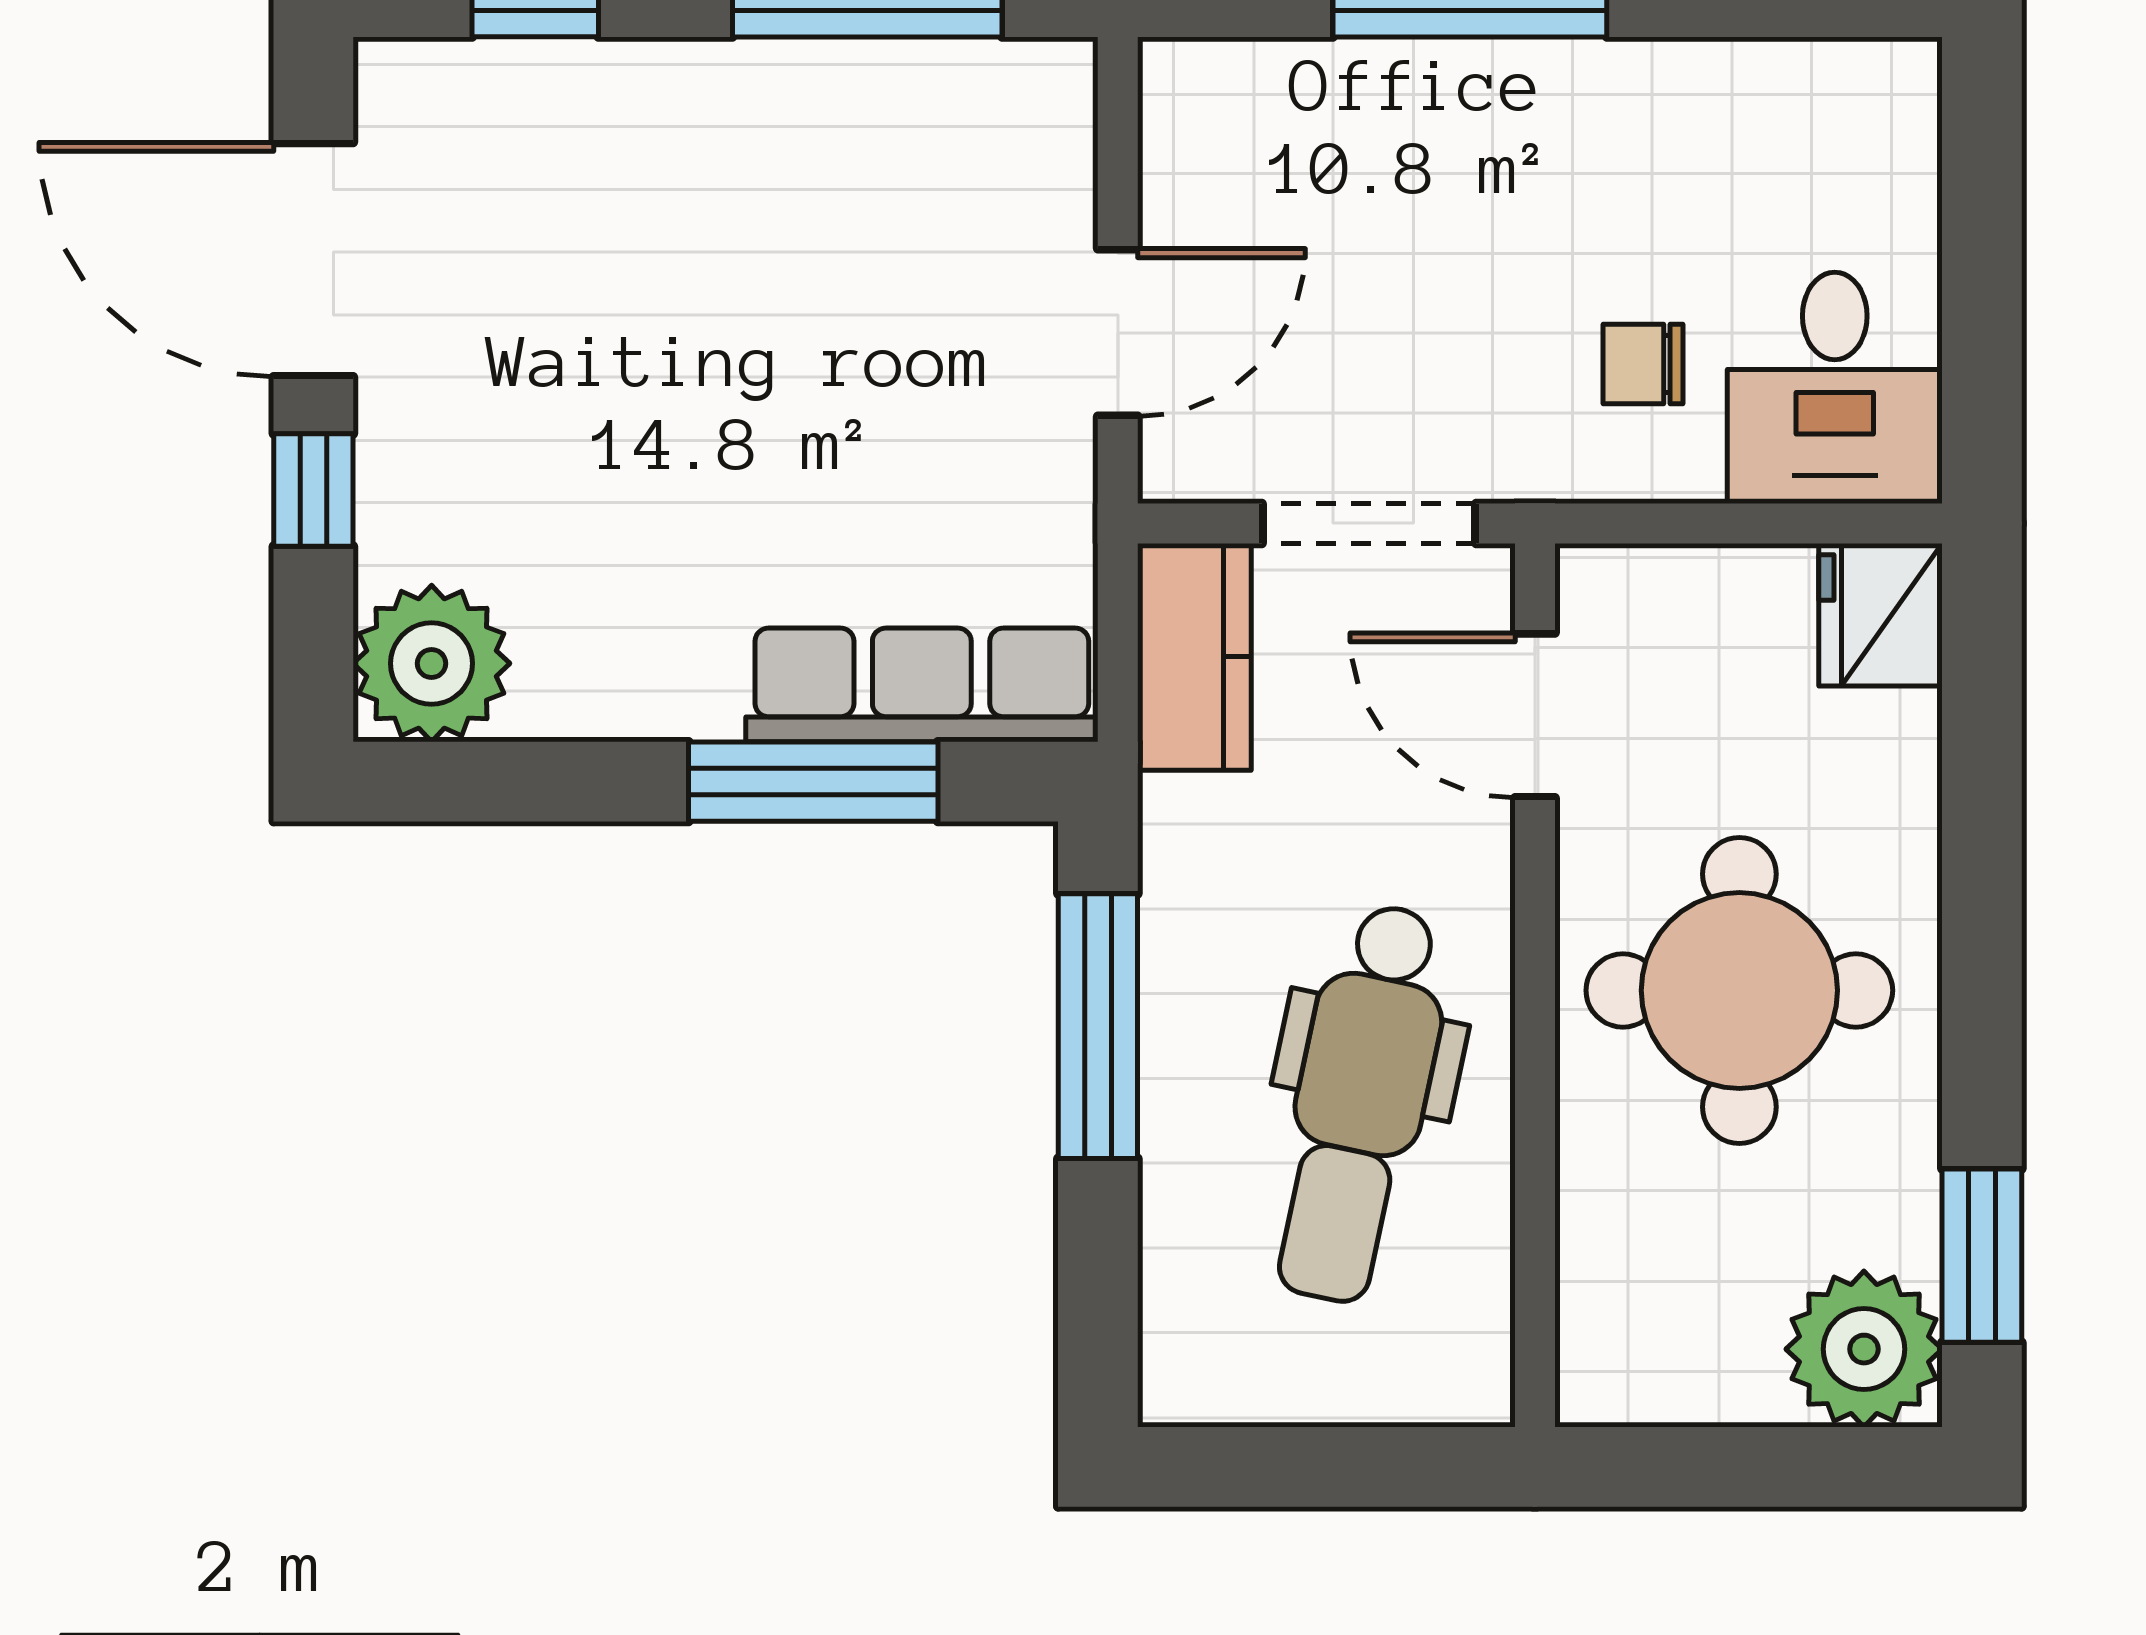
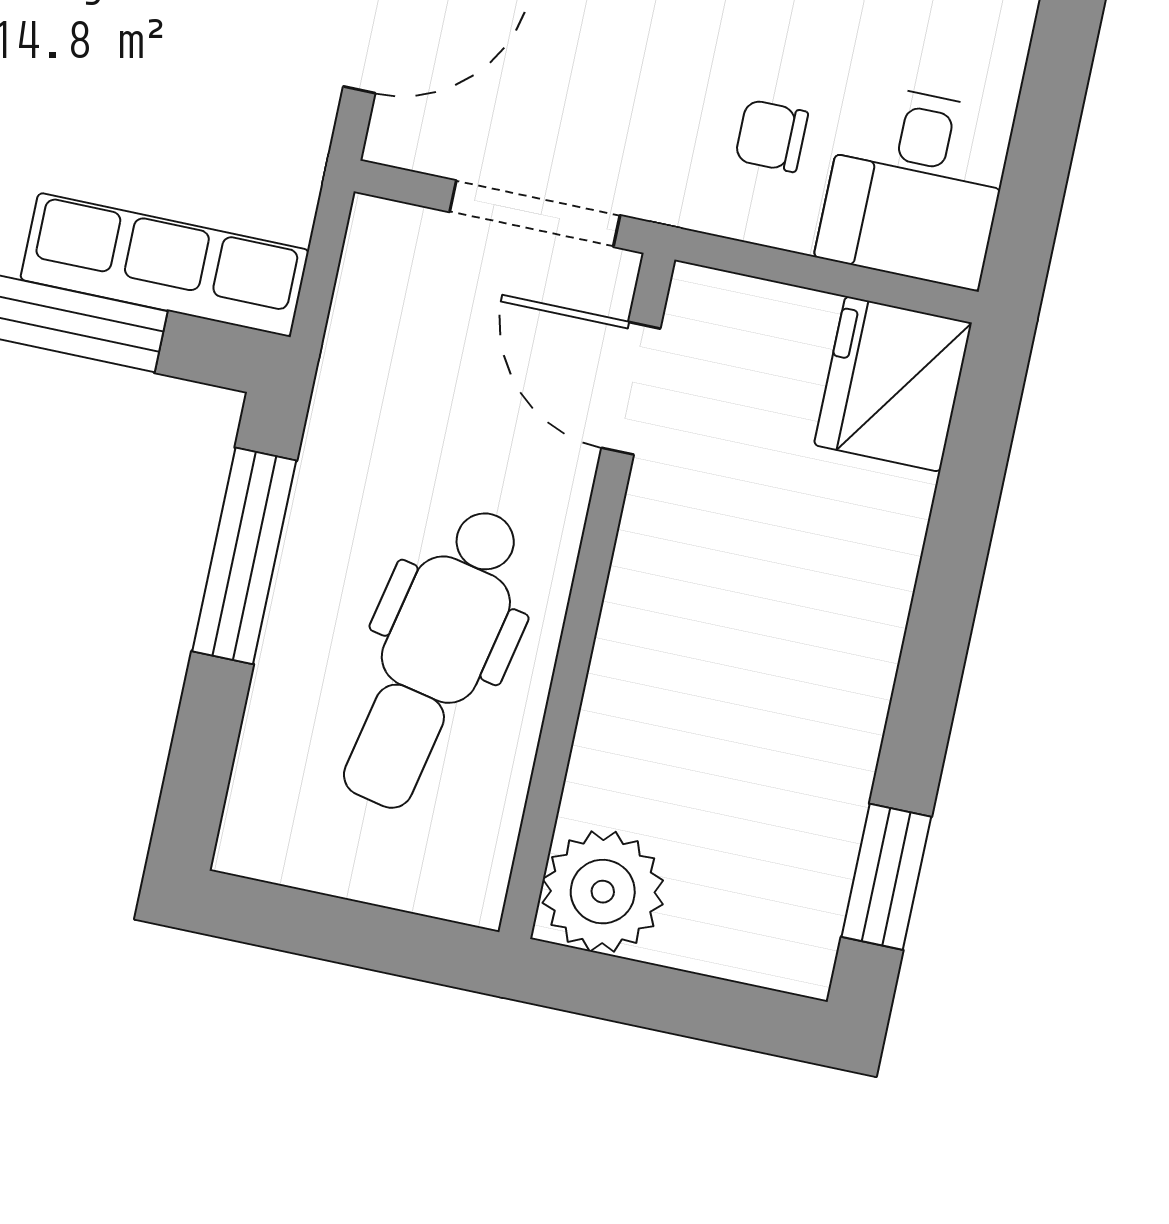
fridge: (1881, 615) -> (893, 384), width x1.36, depth x1.34
kitchen counter: (1194, 657) -> (379, 288), removed
round table: (1739, 990) -> (743, 633), removed
plant: (1864, 1349) -> (603, 892), moved

